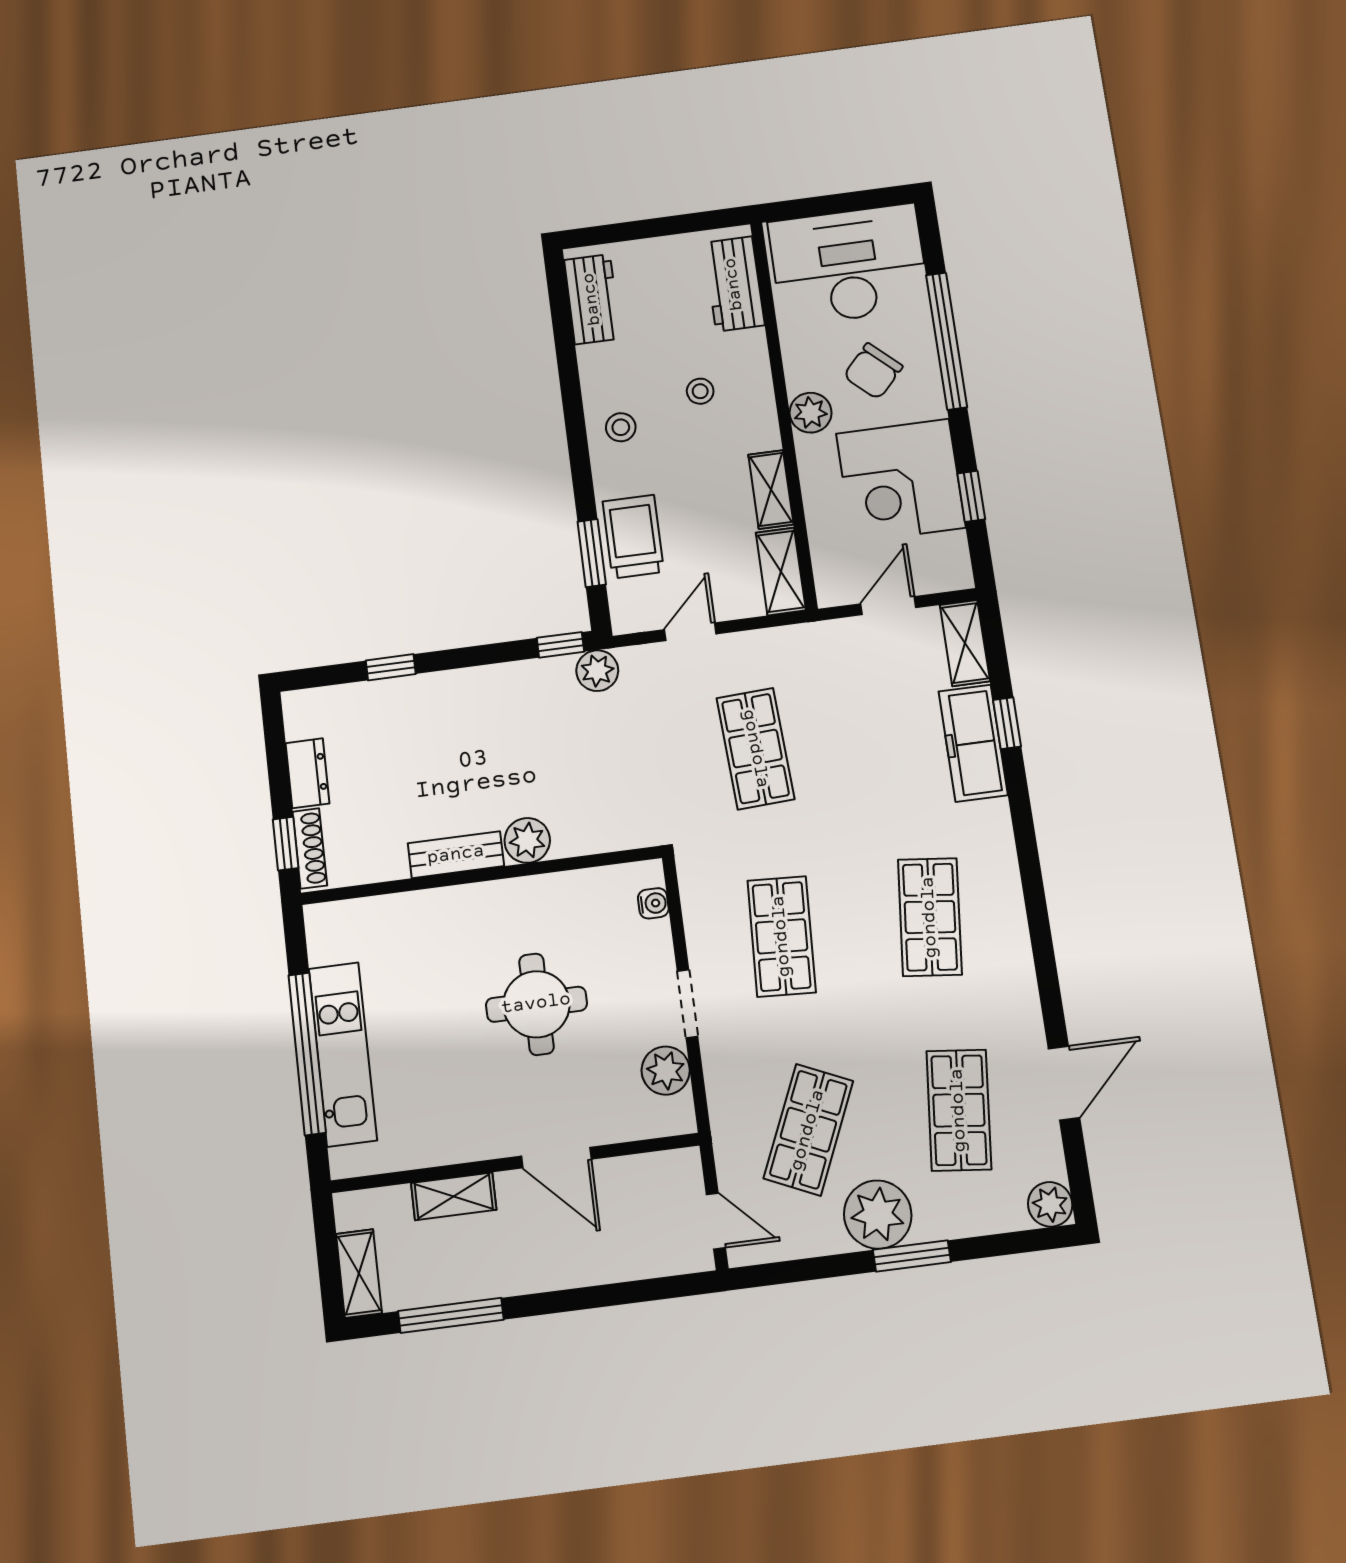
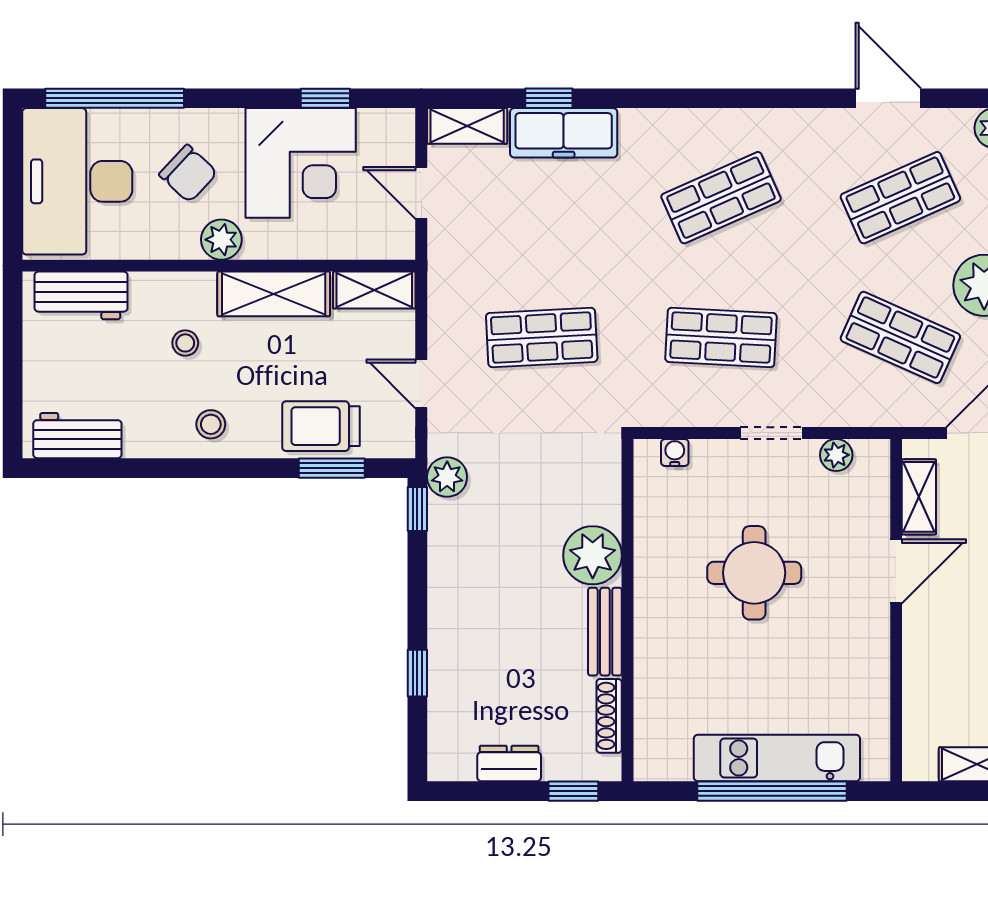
window: (947, 341) -> (115, 98), moved
shelving: (771, 489) -> (274, 294), width x1.50, depth x1.33
plant: (527, 840) -> (593, 555), width x1.36, depth x1.36
shoe rack: (310, 849) -> (609, 716), moved, turned -90
shop shelf: (930, 917) -> (721, 198), turned -30
plant: (666, 1071) -> (836, 455), width x0.73, depth x0.73
shop shelf: (959, 1110) -> (900, 198), turned -30
shelving: (454, 1196) -> (919, 497), moved

